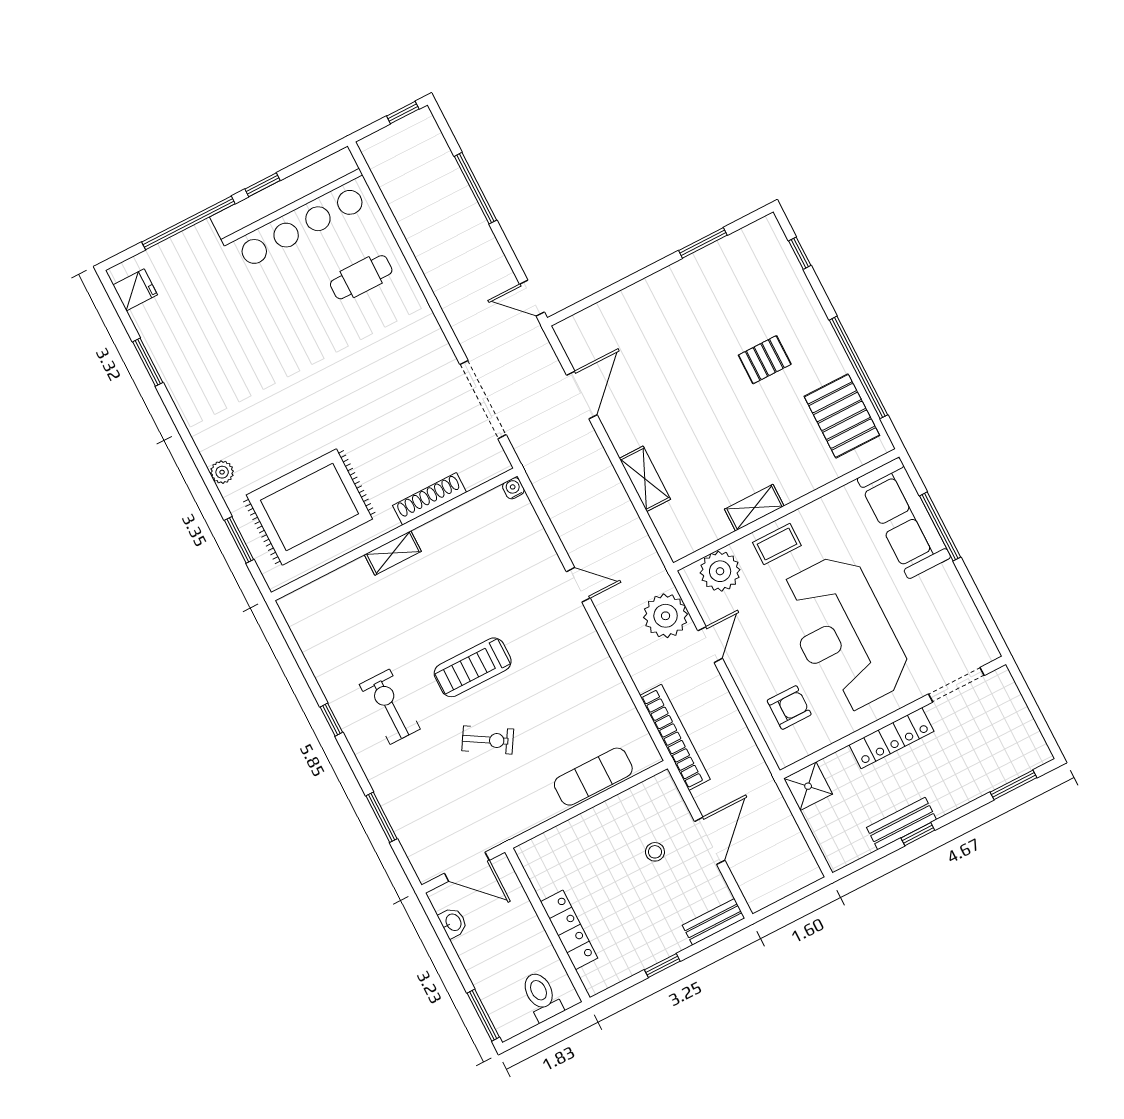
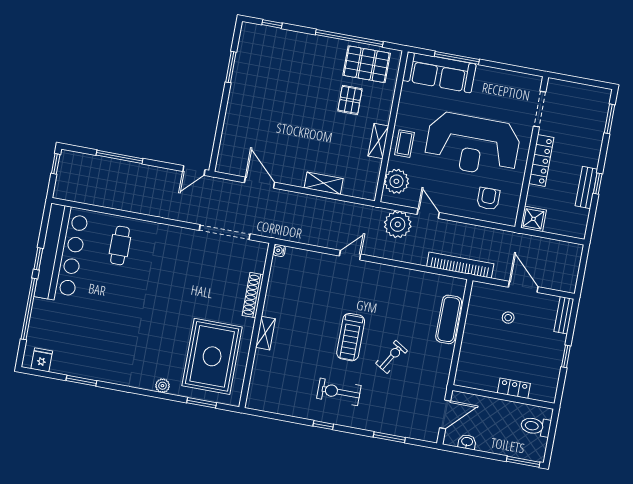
pallet: (765, 360) -> (350, 100), moved
locker: (569, 930) -> (514, 388), width x0.66

